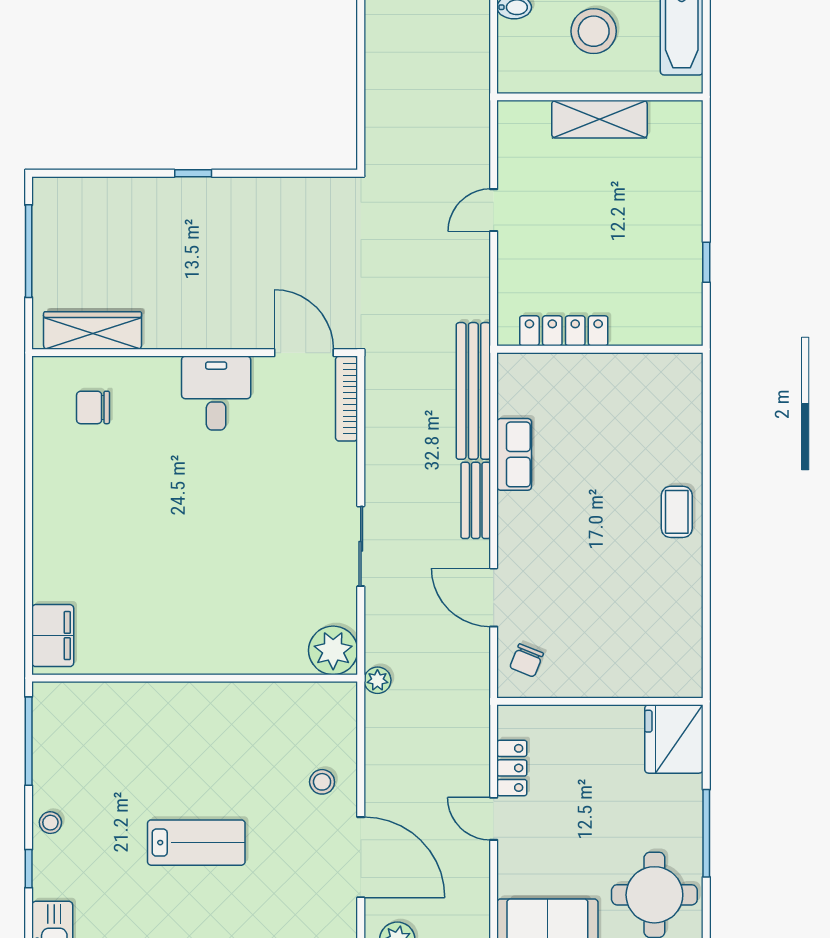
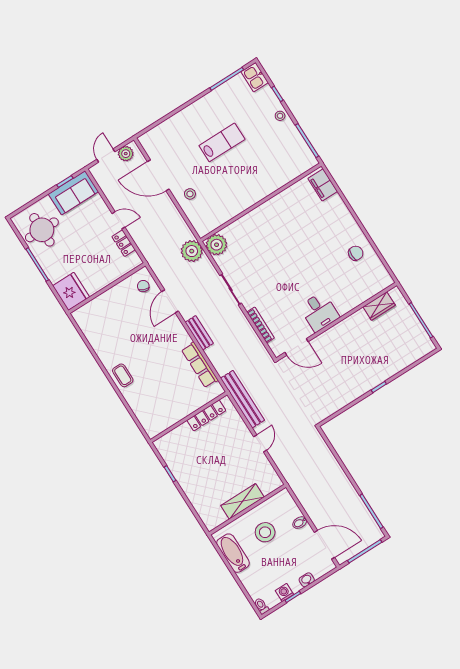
wardrobe: (93, 330) -> (379, 306), width x0.67
bench: (473, 391) -> (242, 399), moved
bookcase: (347, 399) -> (261, 325), moved
chair: (93, 407) -> (356, 253), moved
row of seats: (514, 454) -> (200, 365), width x1.48
door: (494, 597) -> (170, 301), swing flipped
plant: (377, 680) -> (192, 251), width x1.87, depth x1.87
lab bench: (196, 843) -> (222, 142), turned 180

